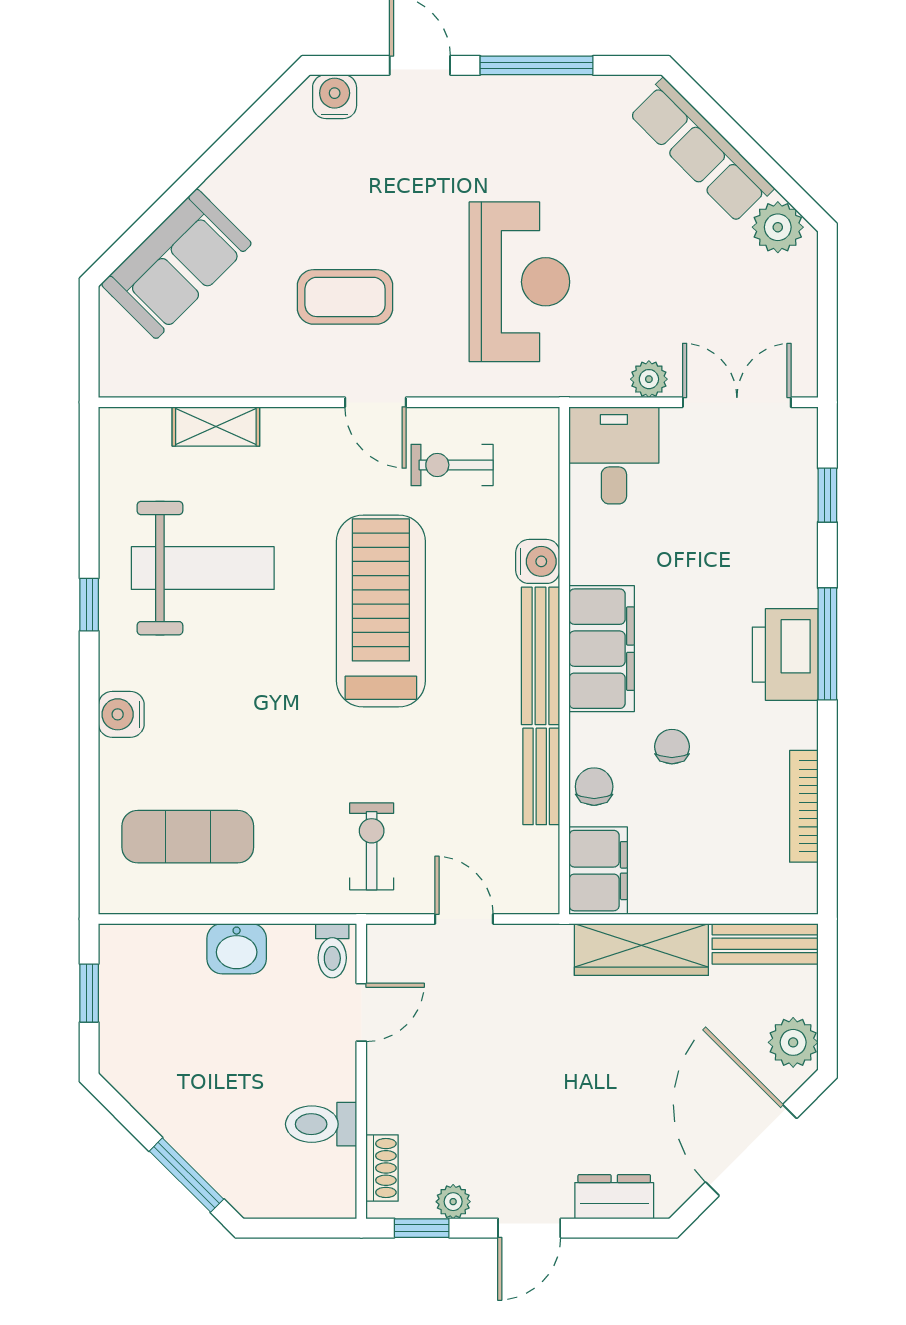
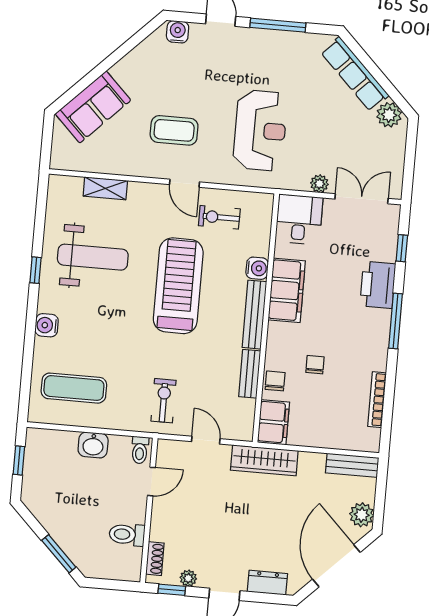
filing cabinet: (602, 649) -> (287, 290), moved
printer: (785, 655) -> (378, 285), moved
wardrobe: (641, 949) -> (264, 460), moved

